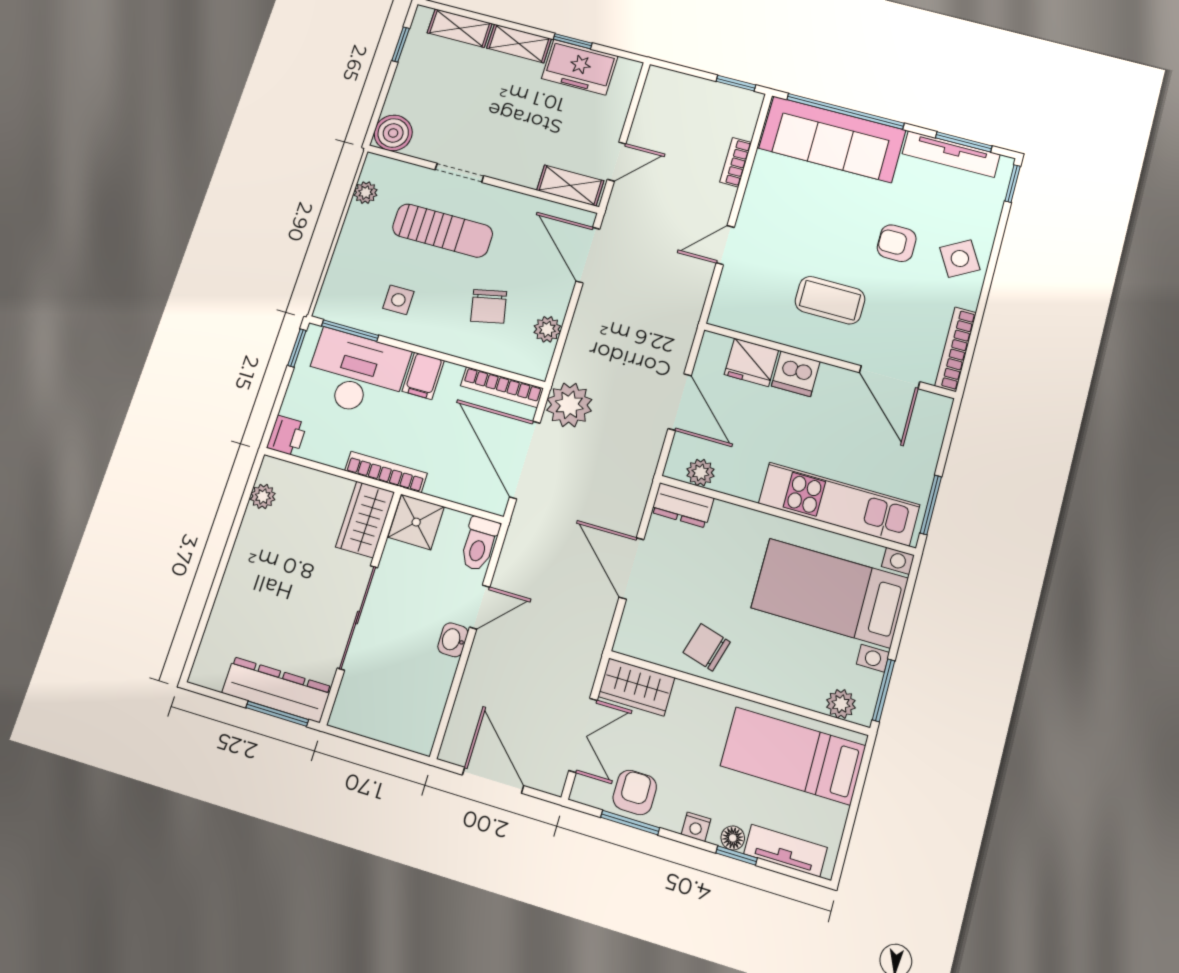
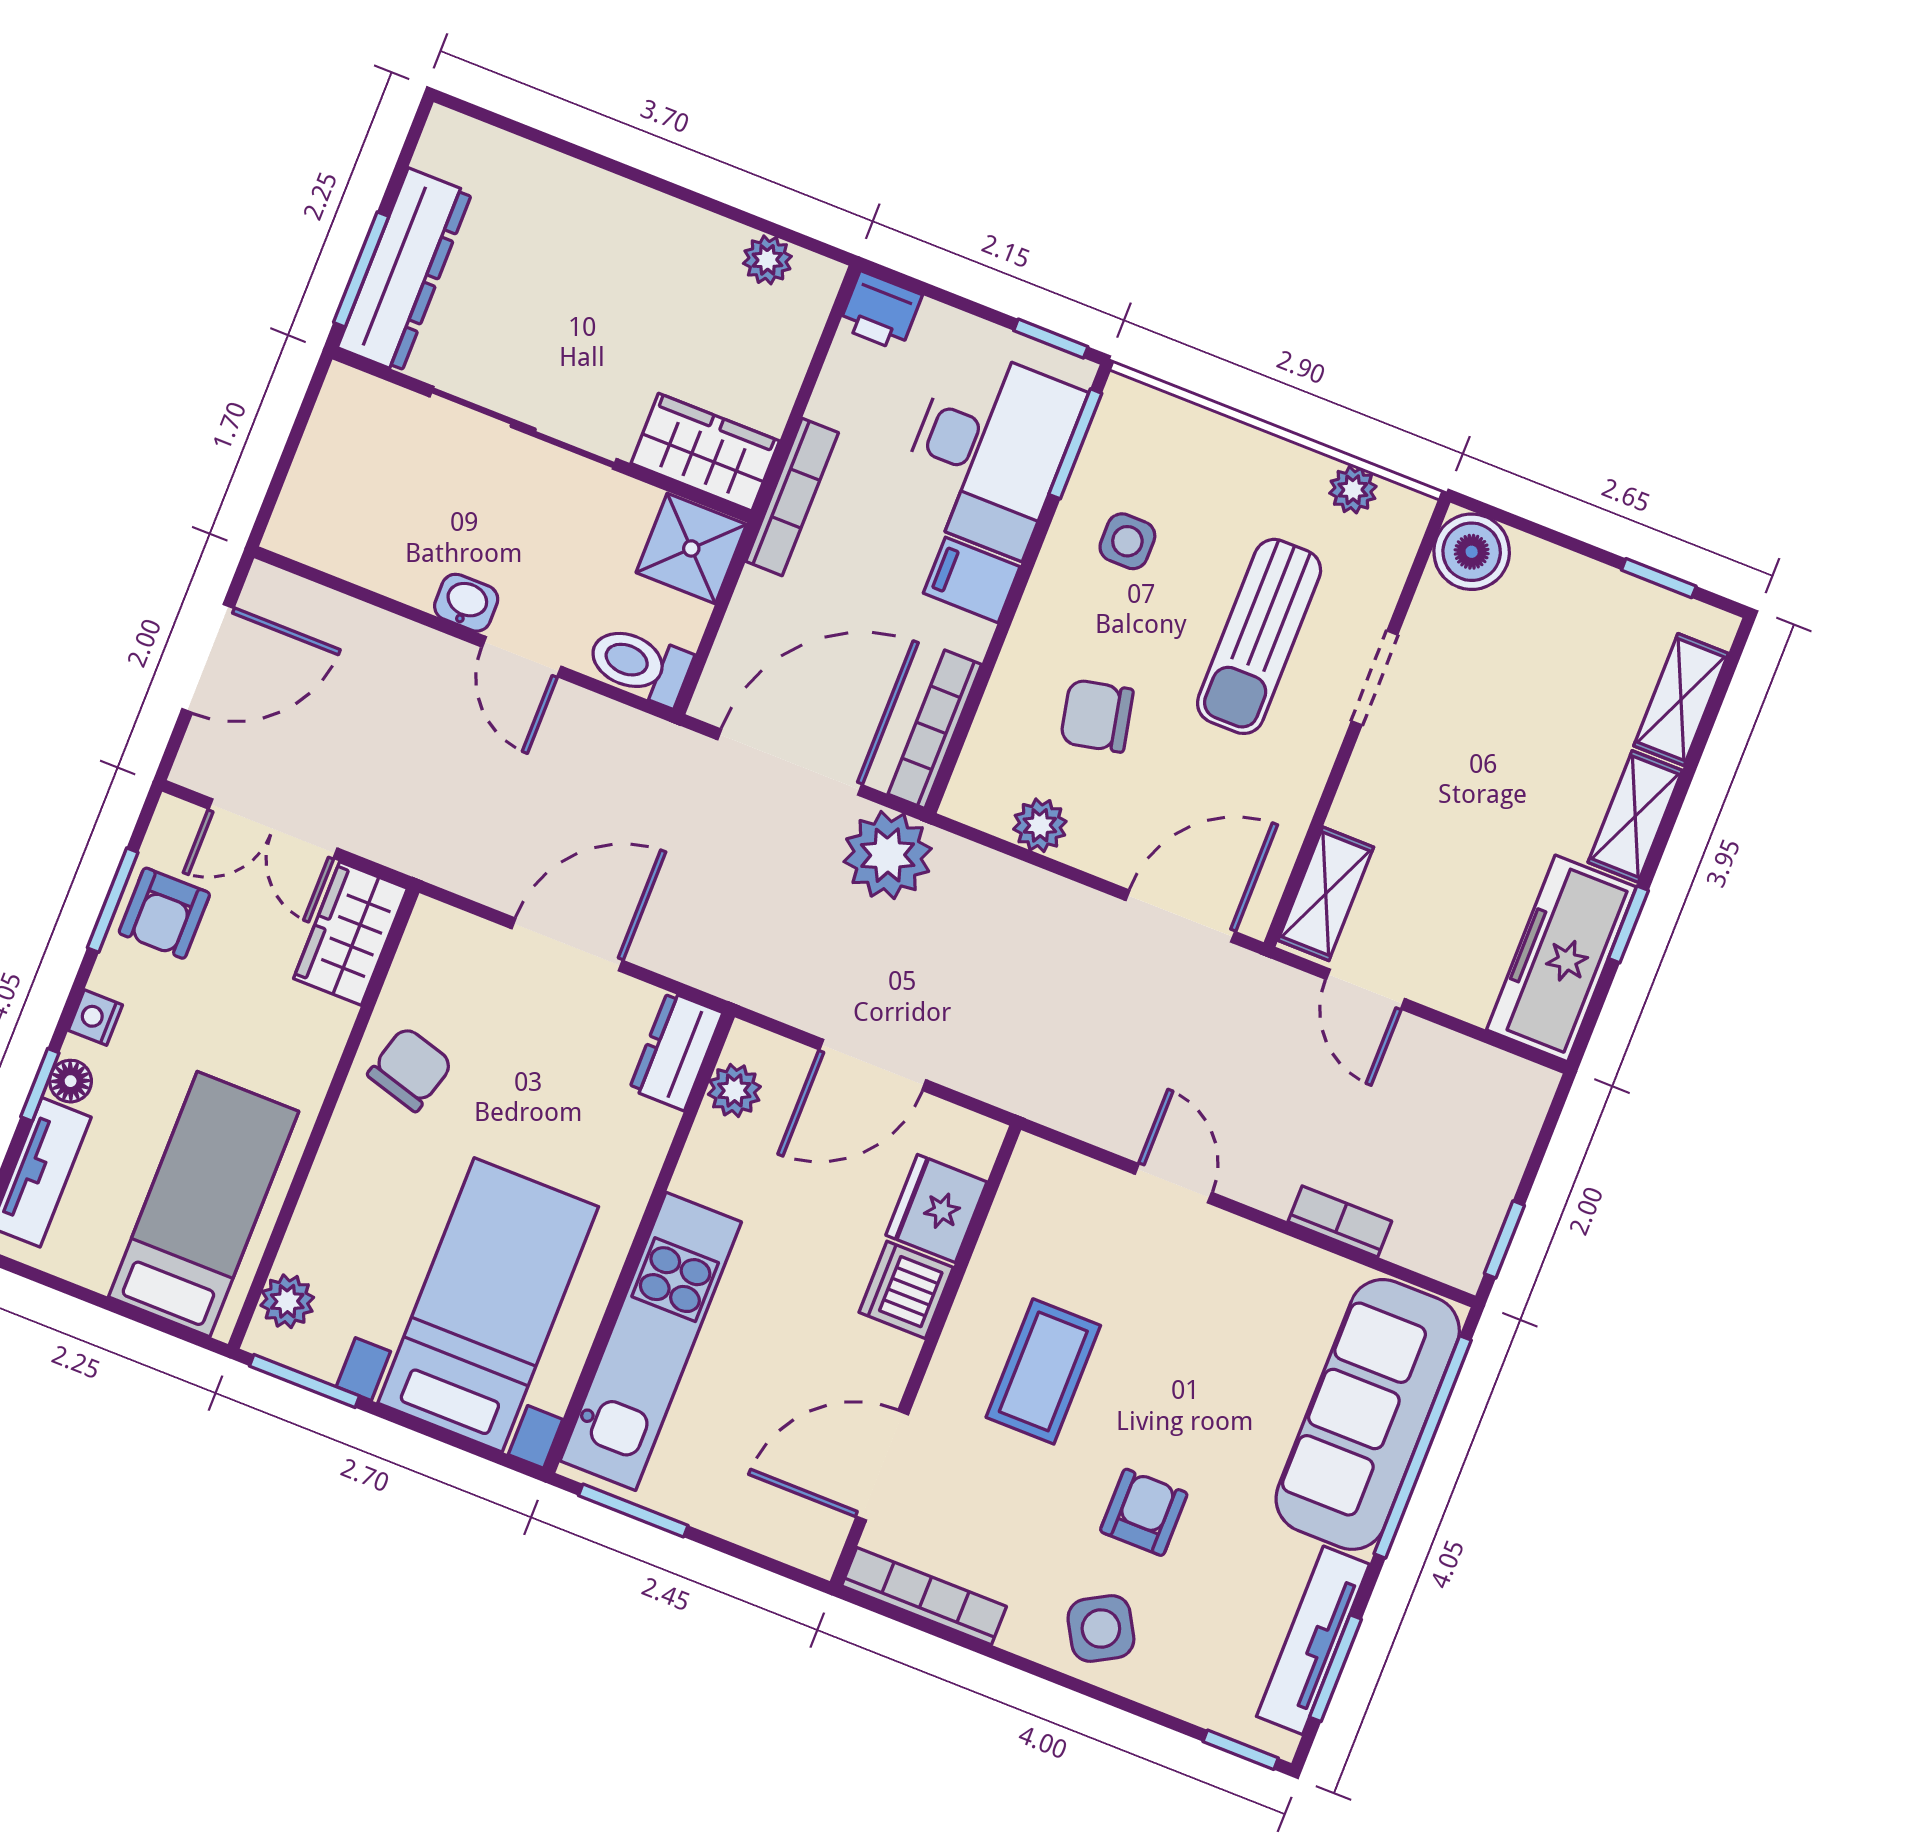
freezer: (580, 67) -> (1561, 958), width x1.40
armchair: (635, 792) -> (164, 913), turned 90

